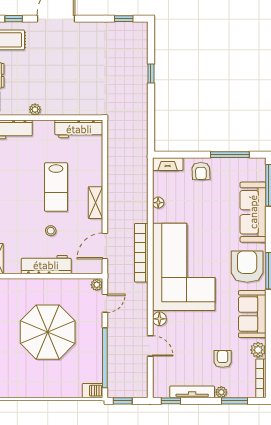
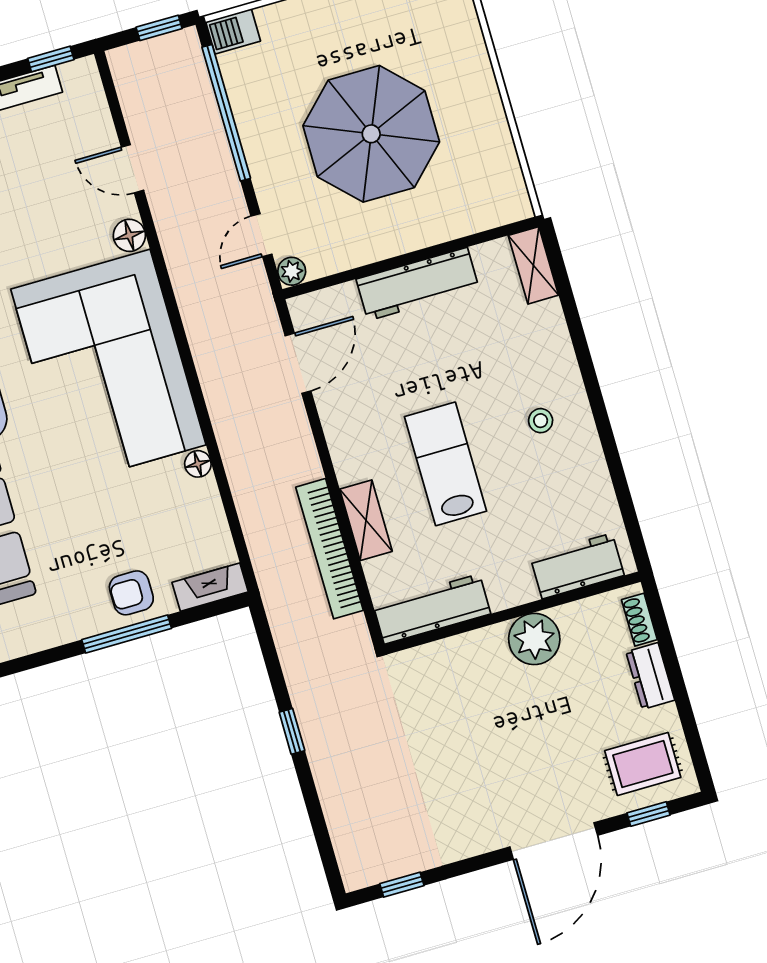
window: (151, 73) -> (292, 731), moved
plant: (35, 109) -> (534, 639), width x1.88, depth x1.88
window: (230, 155) -> (127, 634), moved
armchair: (201, 171) -> (131, 593), turned -88
shelving: (95, 203) -> (366, 520), moved
floor lamp: (158, 203) -> (198, 464), moved
stool: (51, 231) -> (541, 421), moved
bookcase: (141, 253) -> (330, 549), moved, turned 180

